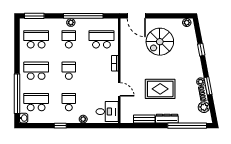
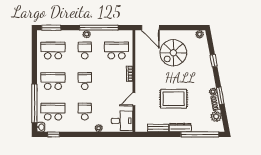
door: (119, 89) -> (134, 99), swing flipped
window: (60, 126) -> (54, 134), moved

